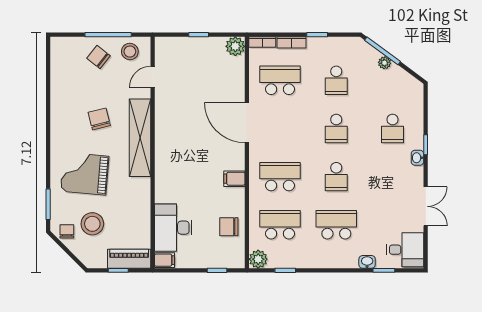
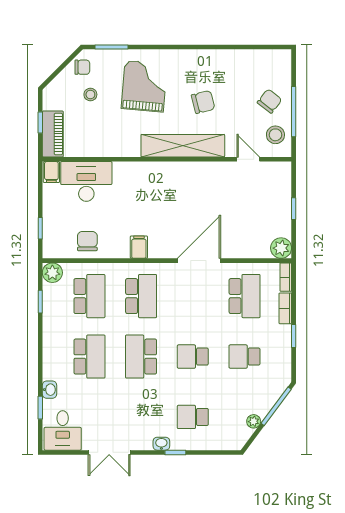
plant: (385, 63) -> (254, 421), moved
school desk: (336, 177) -> (141, 357), width x1.85
stool: (92, 224) -> (90, 94), width x0.53, depth x0.53

